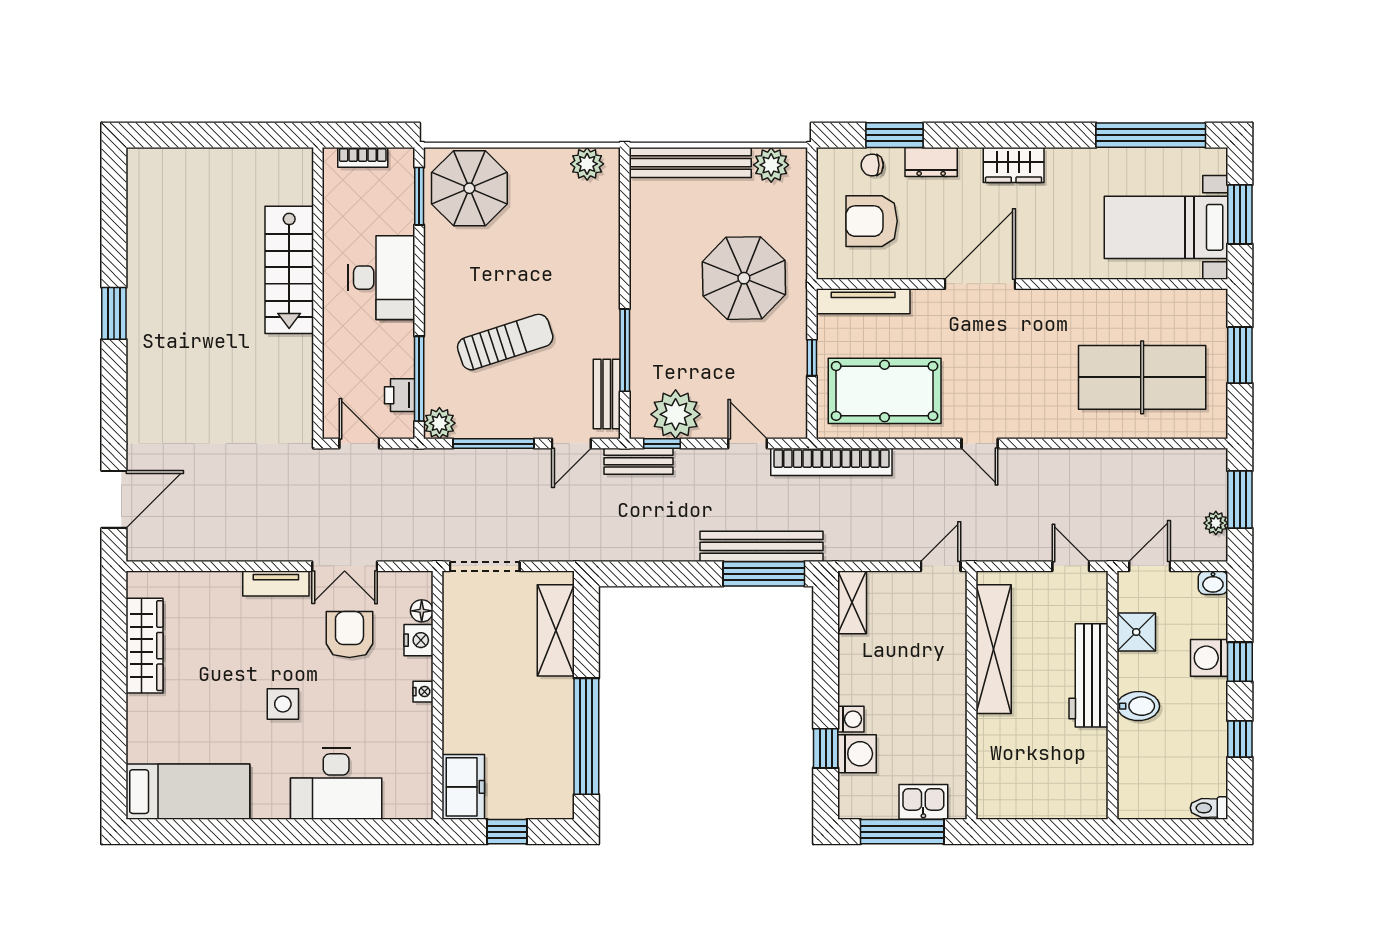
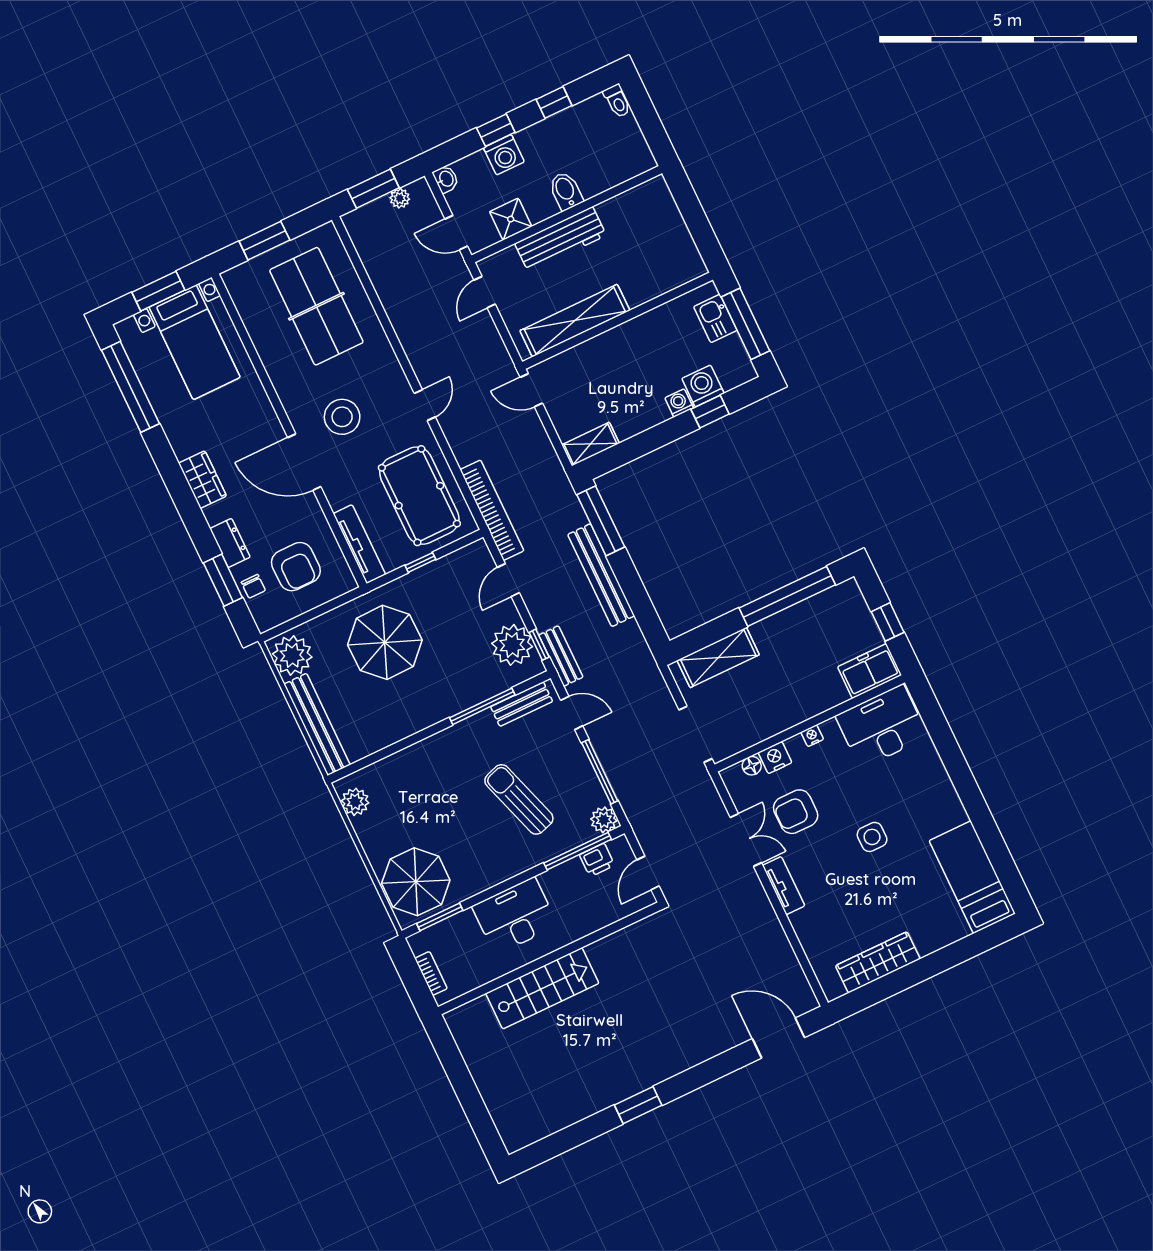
plant: (771, 165) -> (292, 655), width x1.36, depth x1.36
stool: (1009, 348) -> (342, 417), added
bench: (762, 546) -> (601, 575), moved
desk: (336, 784) -> (882, 726), moved, turned -90

